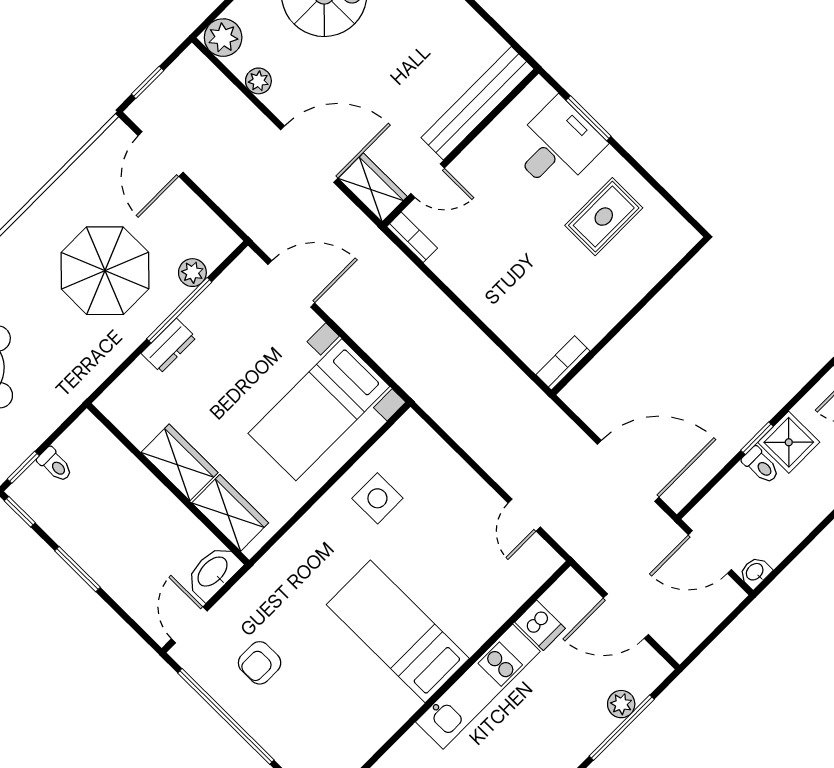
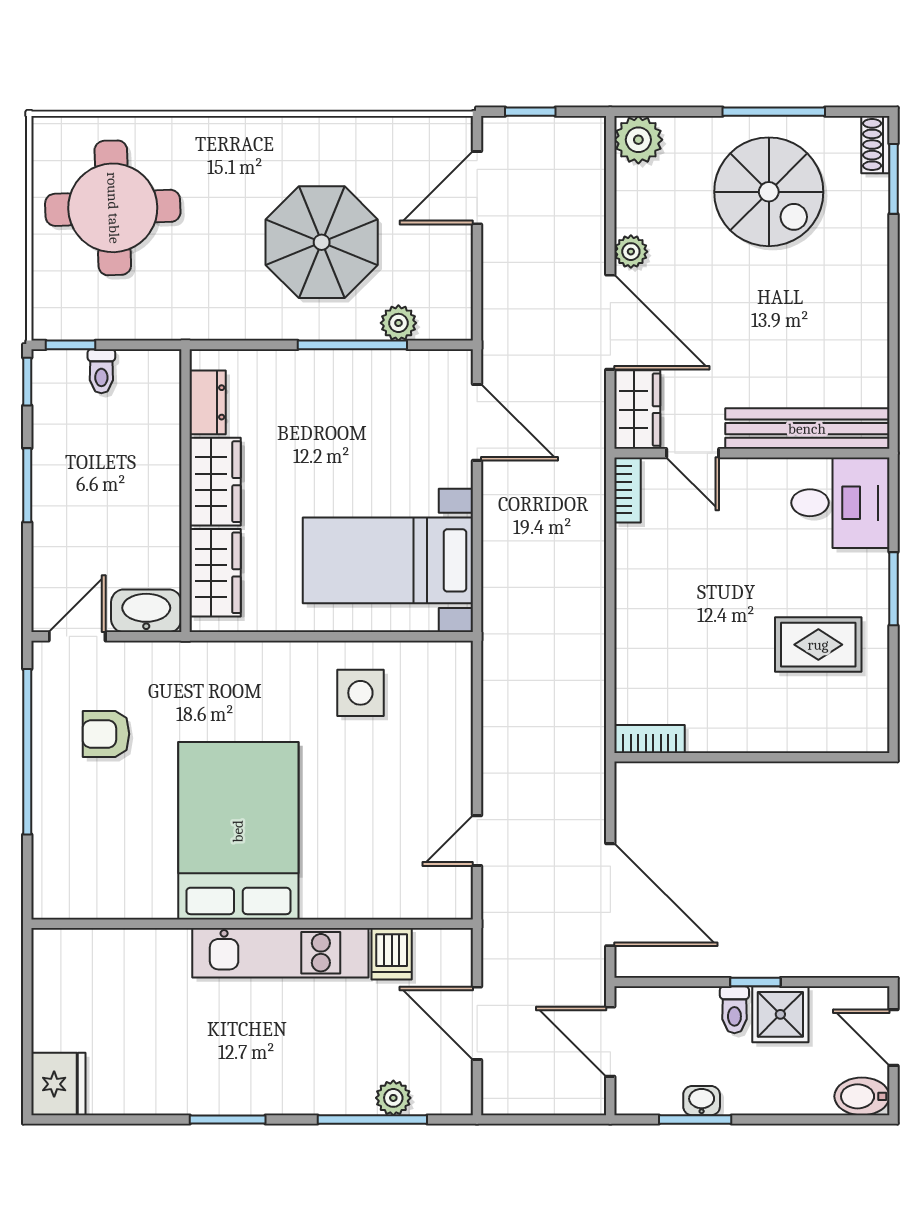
plant: (258, 81) -> (631, 252), moved
window: (589, 118) -> (894, 589), moved
desk: (557, 146) -> (840, 503), moved
dresser: (169, 346) -> (208, 402), moved, turned -90
window: (800, 548) -> (695, 1120), added
washbasin: (755, 572) -> (702, 1101), moved
bed: (398, 631) -> (238, 831), width x1.50

